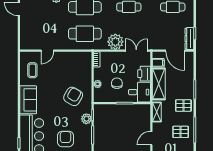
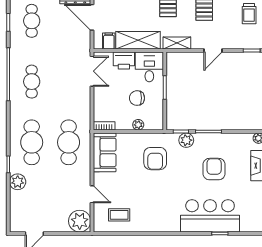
plant: (115, 42) -> (80, 221), moved
double door: (136, 51) -> (92, 71), swing flipped
door: (175, 51) -> (92, 17), swing flipped
armchair: (73, 96) -> (155, 159), turned -120
sofa: (28, 100) -> (105, 152), moved, turned 90
door: (151, 138) -> (213, 51), hinge flipped
armchair: (66, 139) -> (214, 169), turned 90

